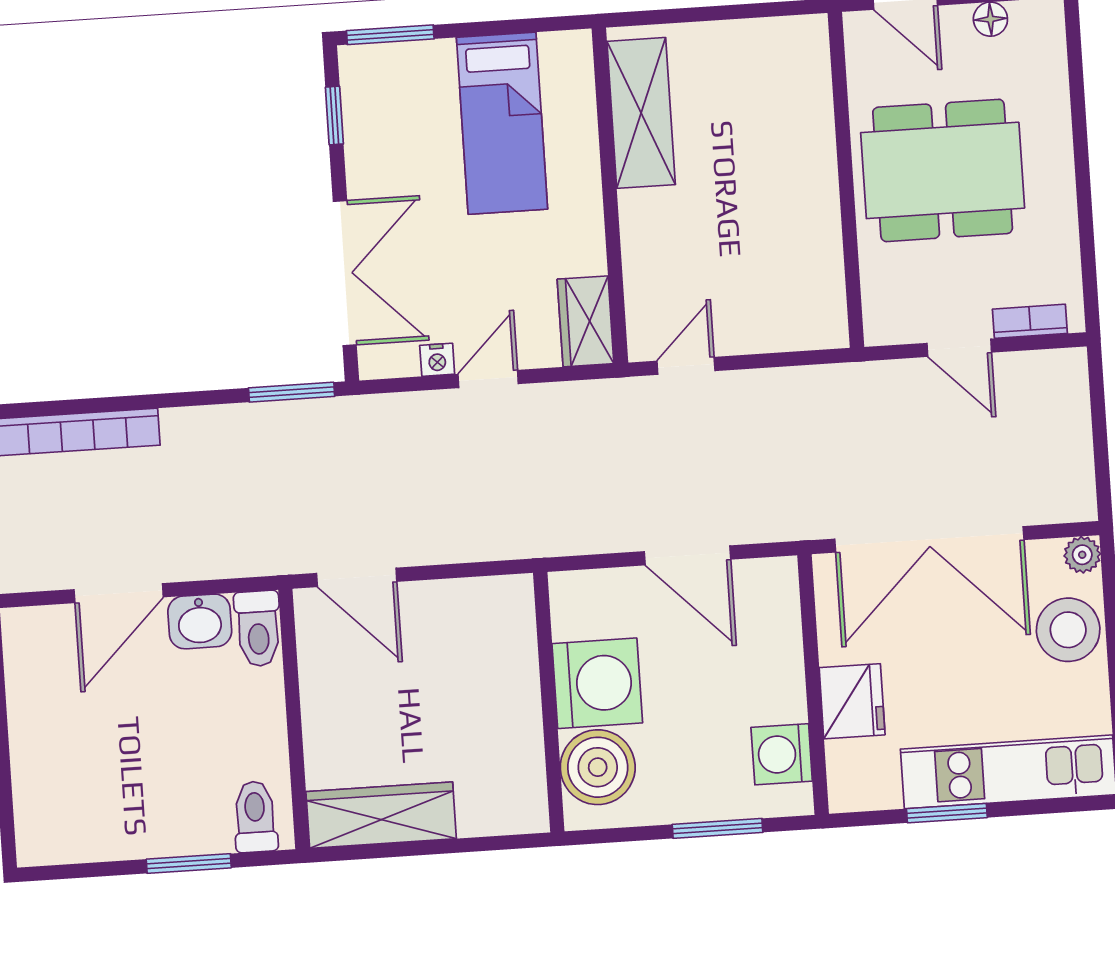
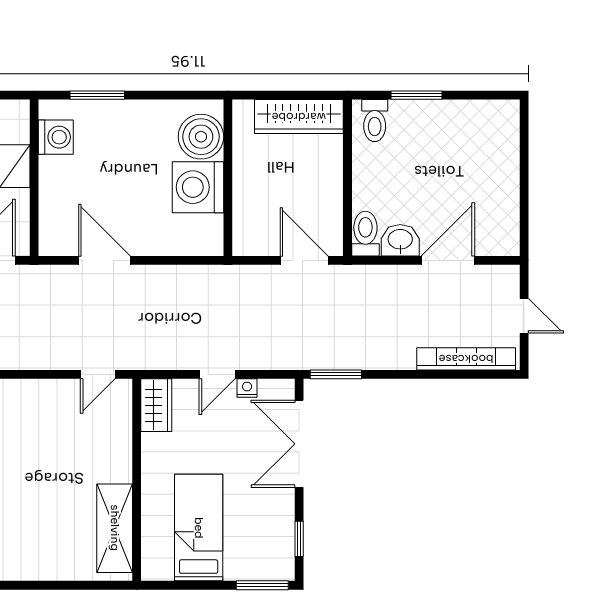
washing machine: (597, 683) -> (198, 187), moved
wall: (549, 702) -> (228, 178), moved
boiler: (598, 767) -> (201, 137), moved

